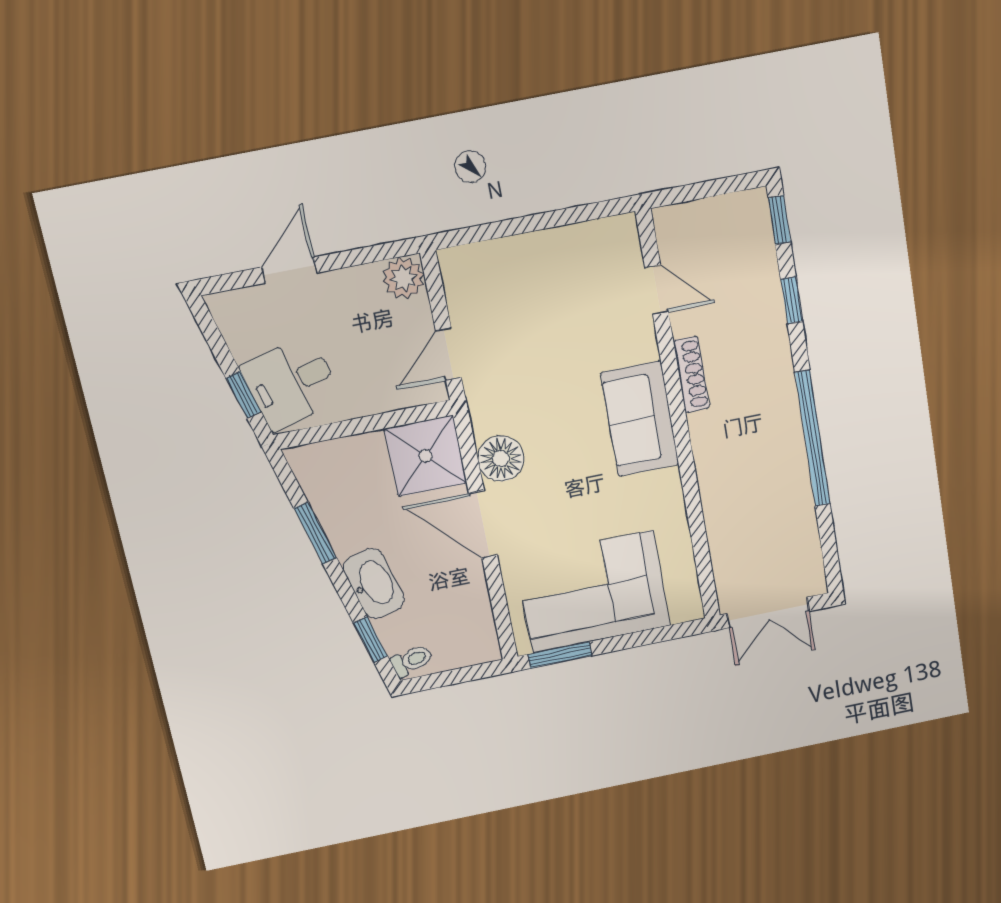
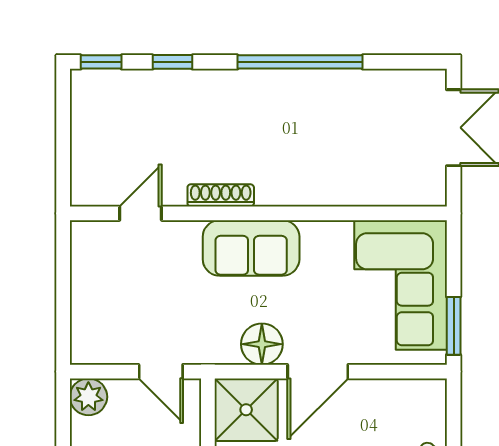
door: (657, 290) -> (141, 213), moved
shoe rack: (691, 374) -> (221, 195), moved
sofa: (640, 419) -> (251, 248), moved
wall: (679, 419) -> (258, 213), moved

